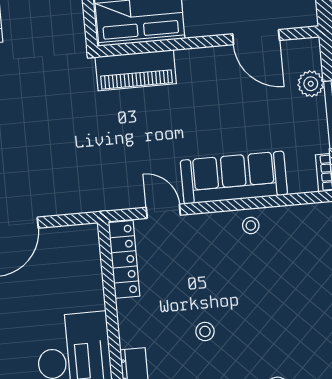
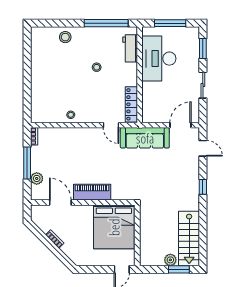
piano: (136, 70) -> (92, 192), moved
sofa: (234, 178) -> (145, 138), moved

